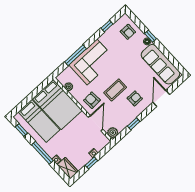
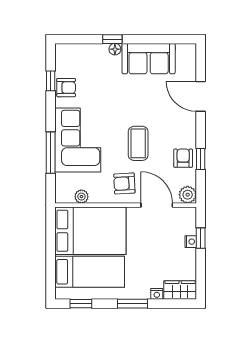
armchair: (128, 32) -> (66, 88), moved
sofa: (160, 64) -> (149, 59), width x0.73
armchair: (135, 98) -> (183, 158), moved
window: (42, 153) -> (133, 304), width x0.69
window: (91, 163) -> (201, 238), moved

